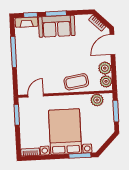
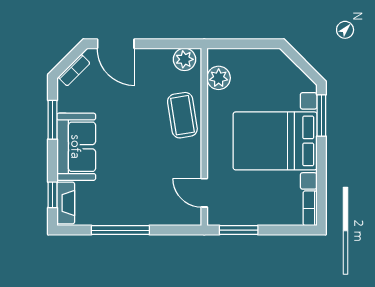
window: (56, 14) -> (52, 120), moved
plant: (105, 68) -> (159, 60), removed
window: (116, 111) -> (241, 44), removed

